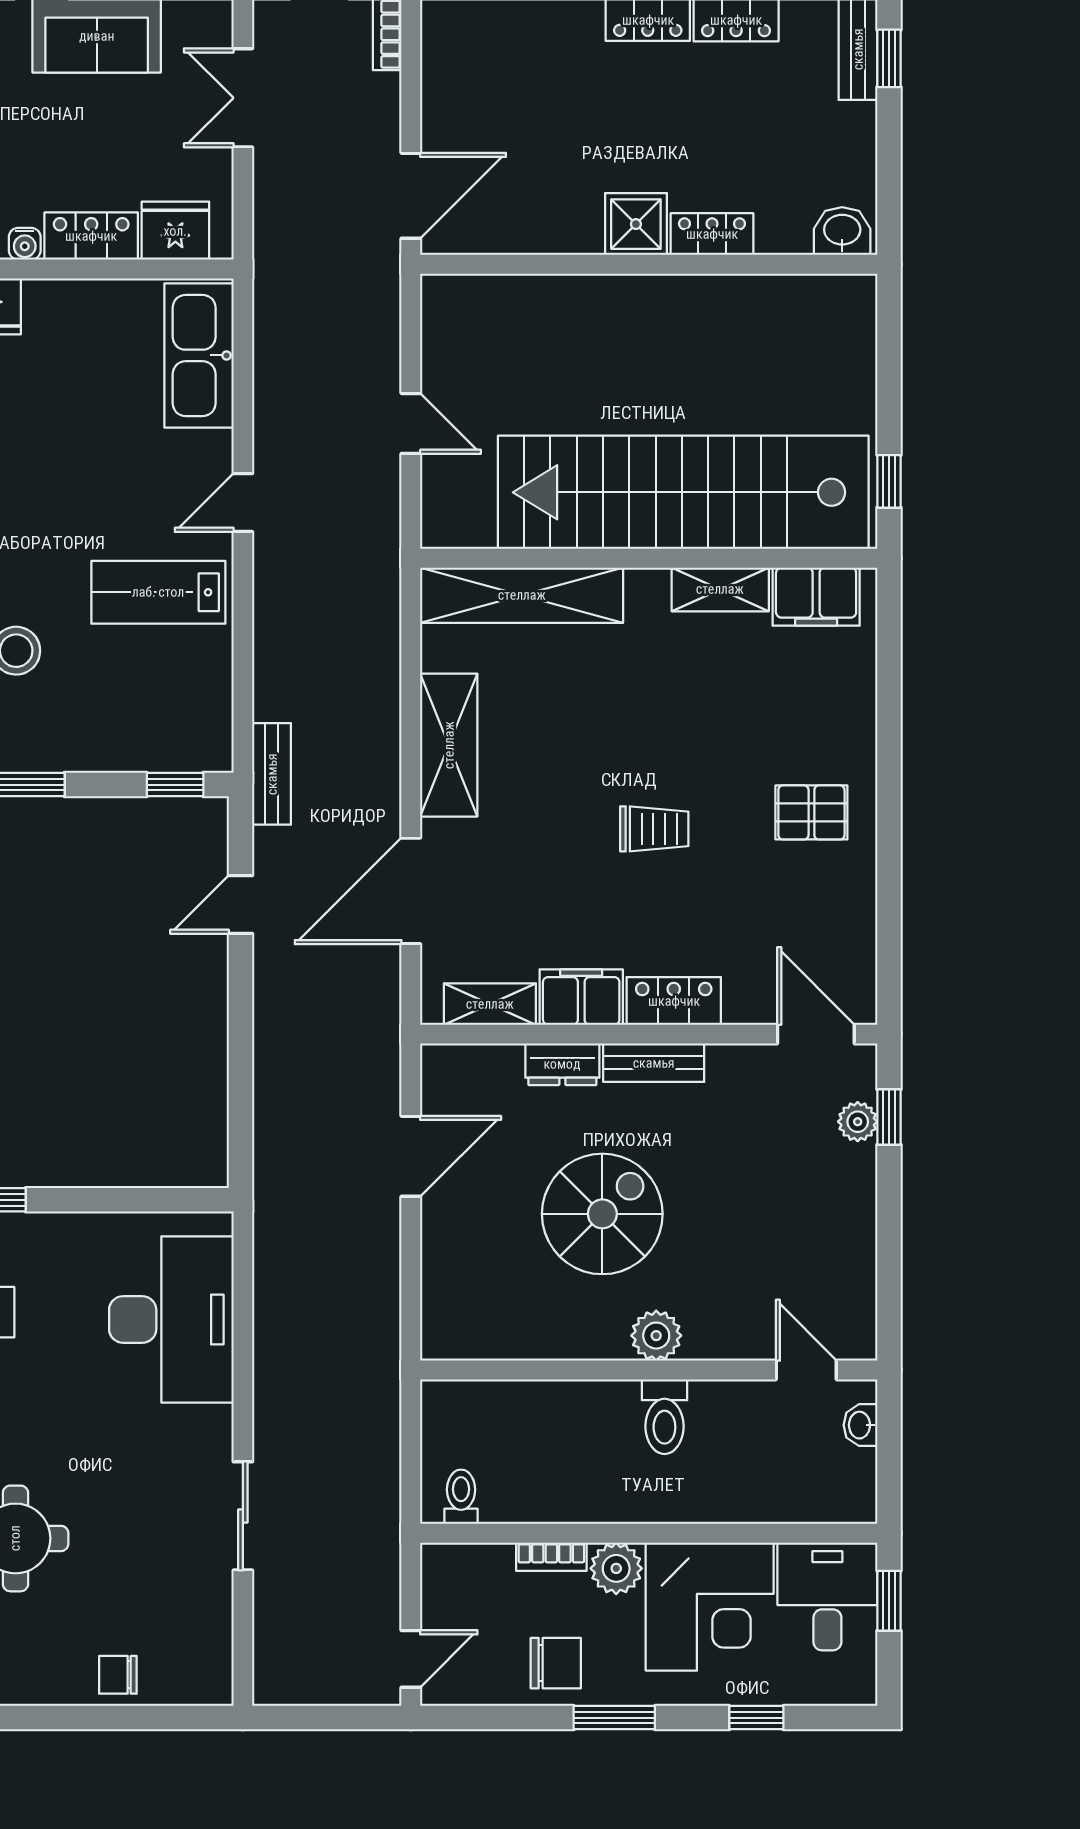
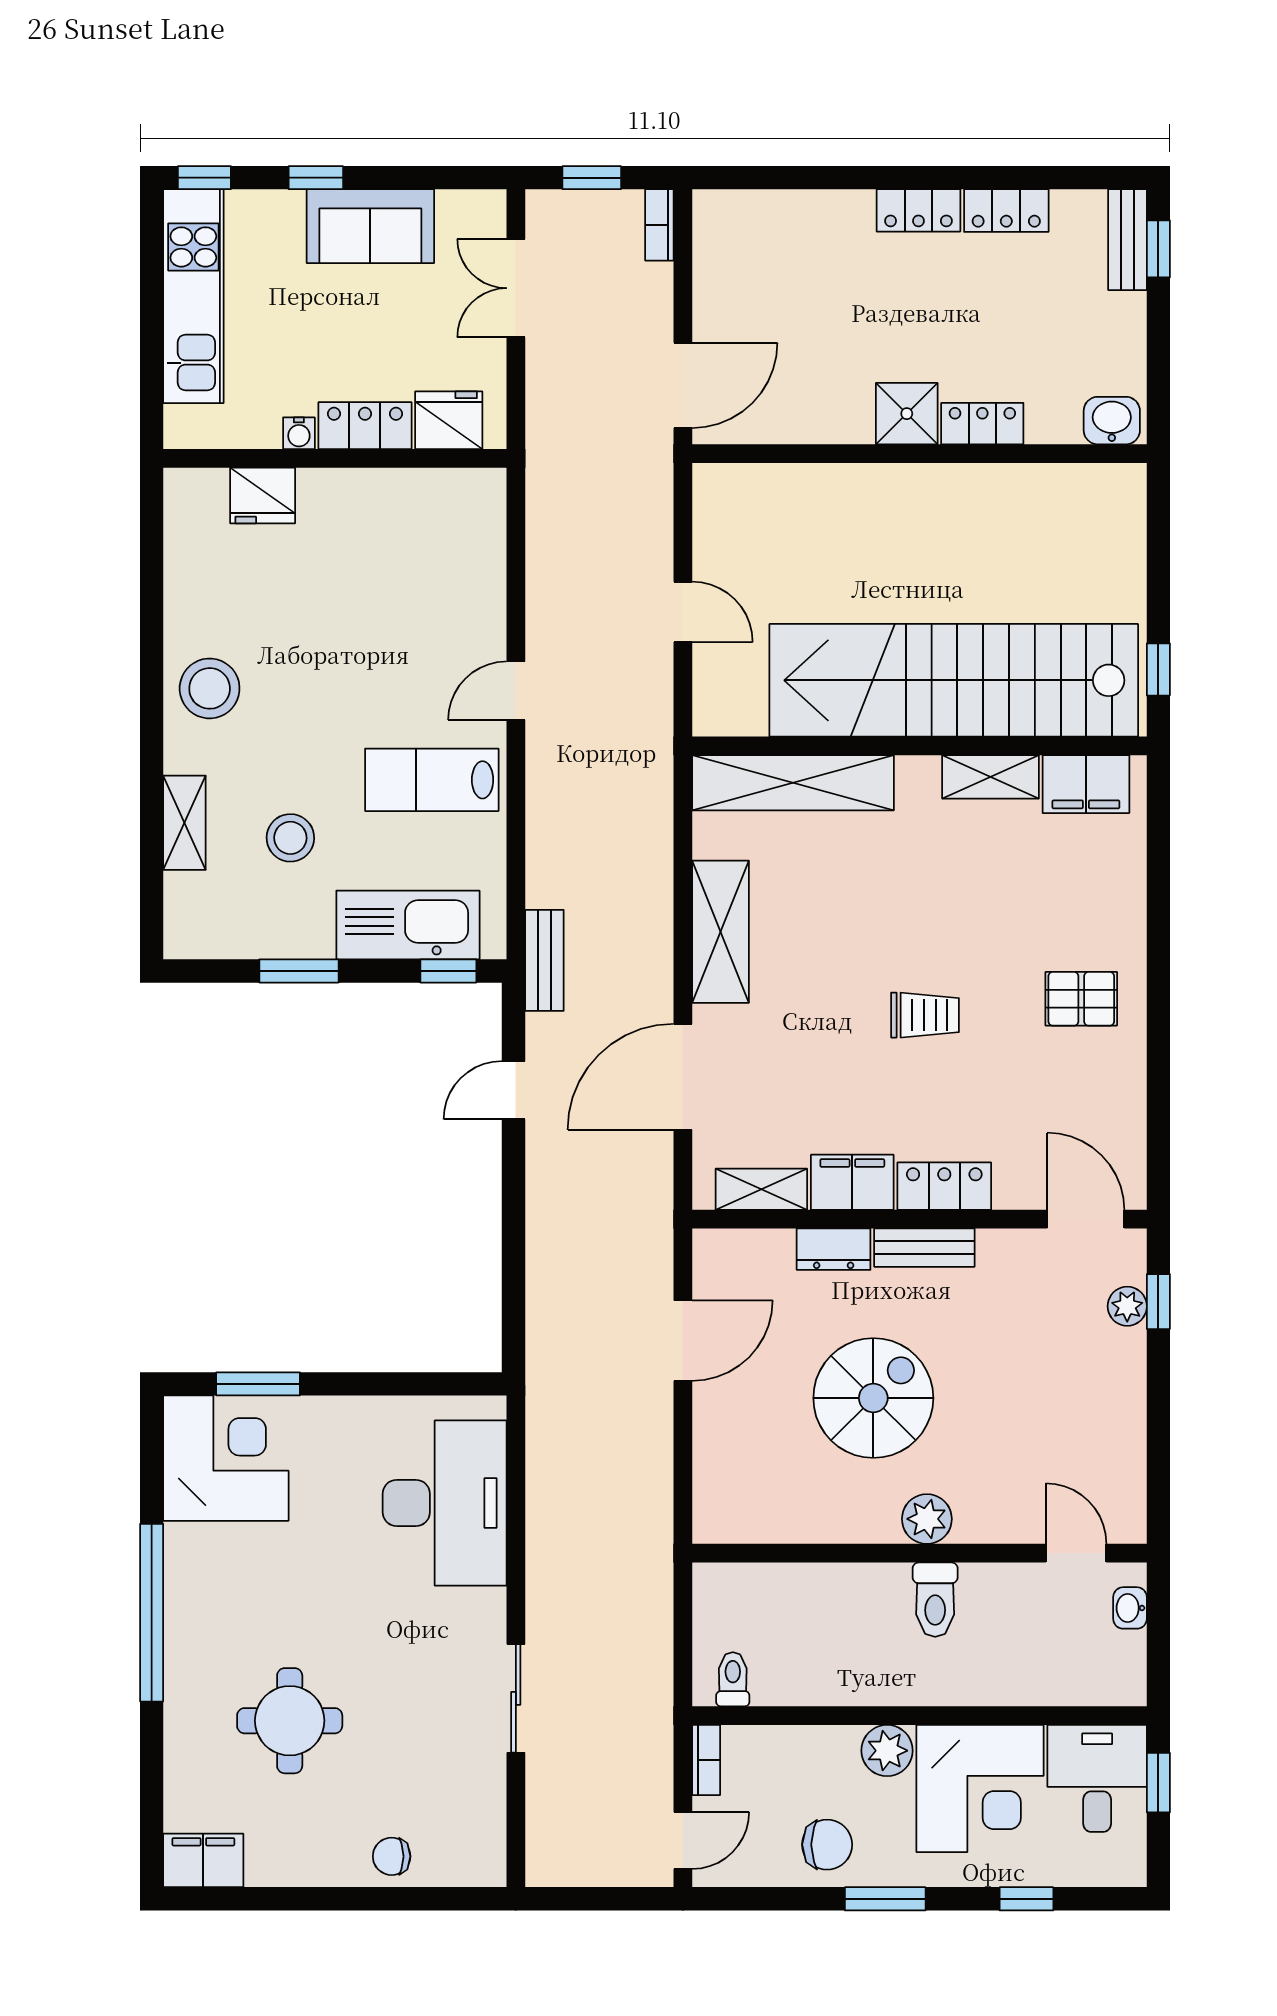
kitchen sink: (199, 355) -> (408, 925), moved, turned 90
bookcase: (551, 1557) -> (706, 1760), moved, turned -90

